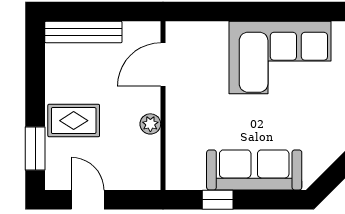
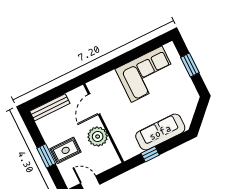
plant: (150, 124) -> (98, 137), width x1.87, depth x1.87
window: (35, 148) -> (46, 156), moved

